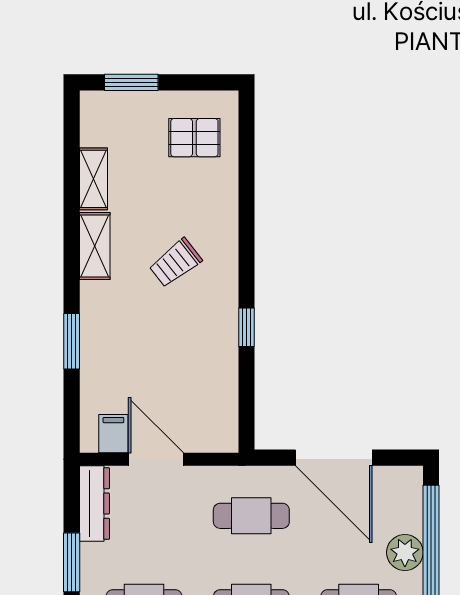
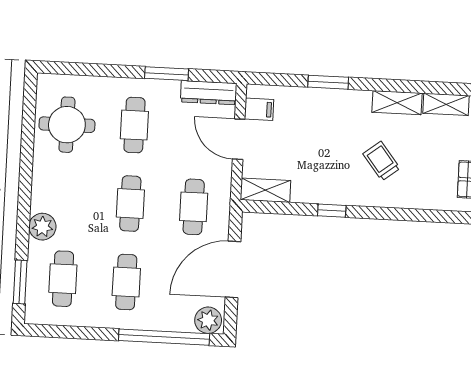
shelving: (223, 419) -> (265, 190), added
door: (156, 459) -> (239, 139), swing flipped
plant: (405, 552) -> (208, 320), moved

